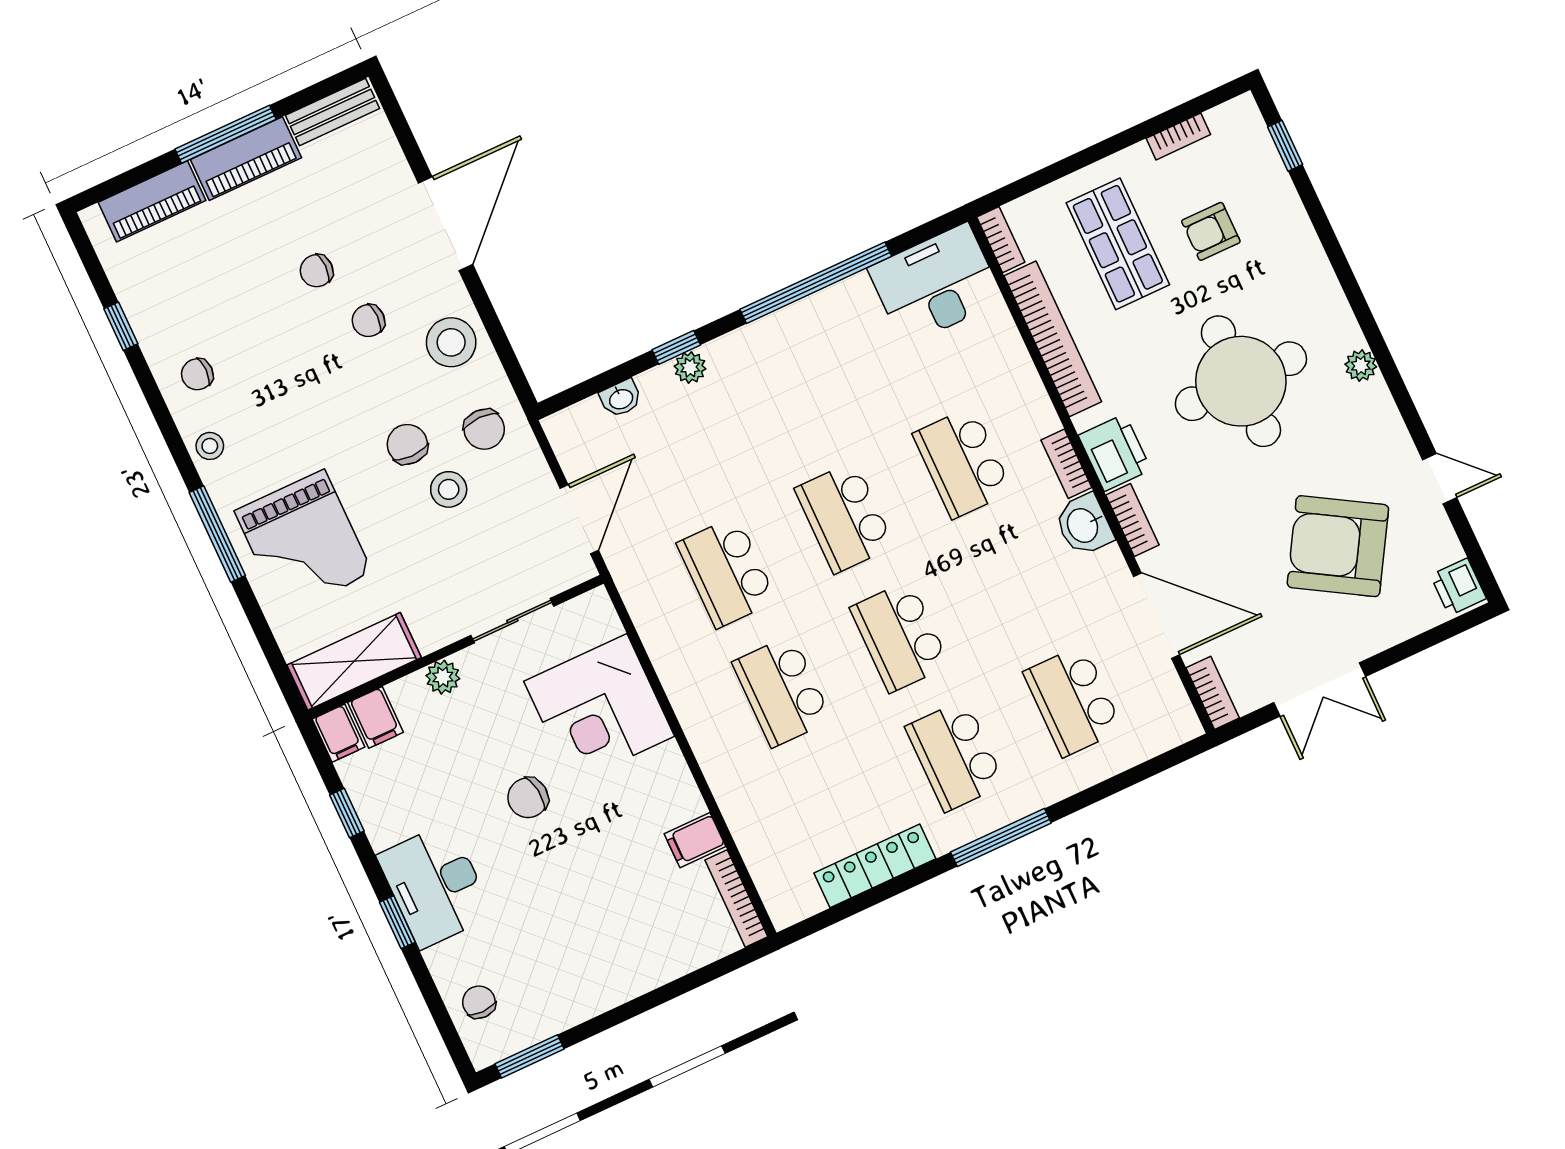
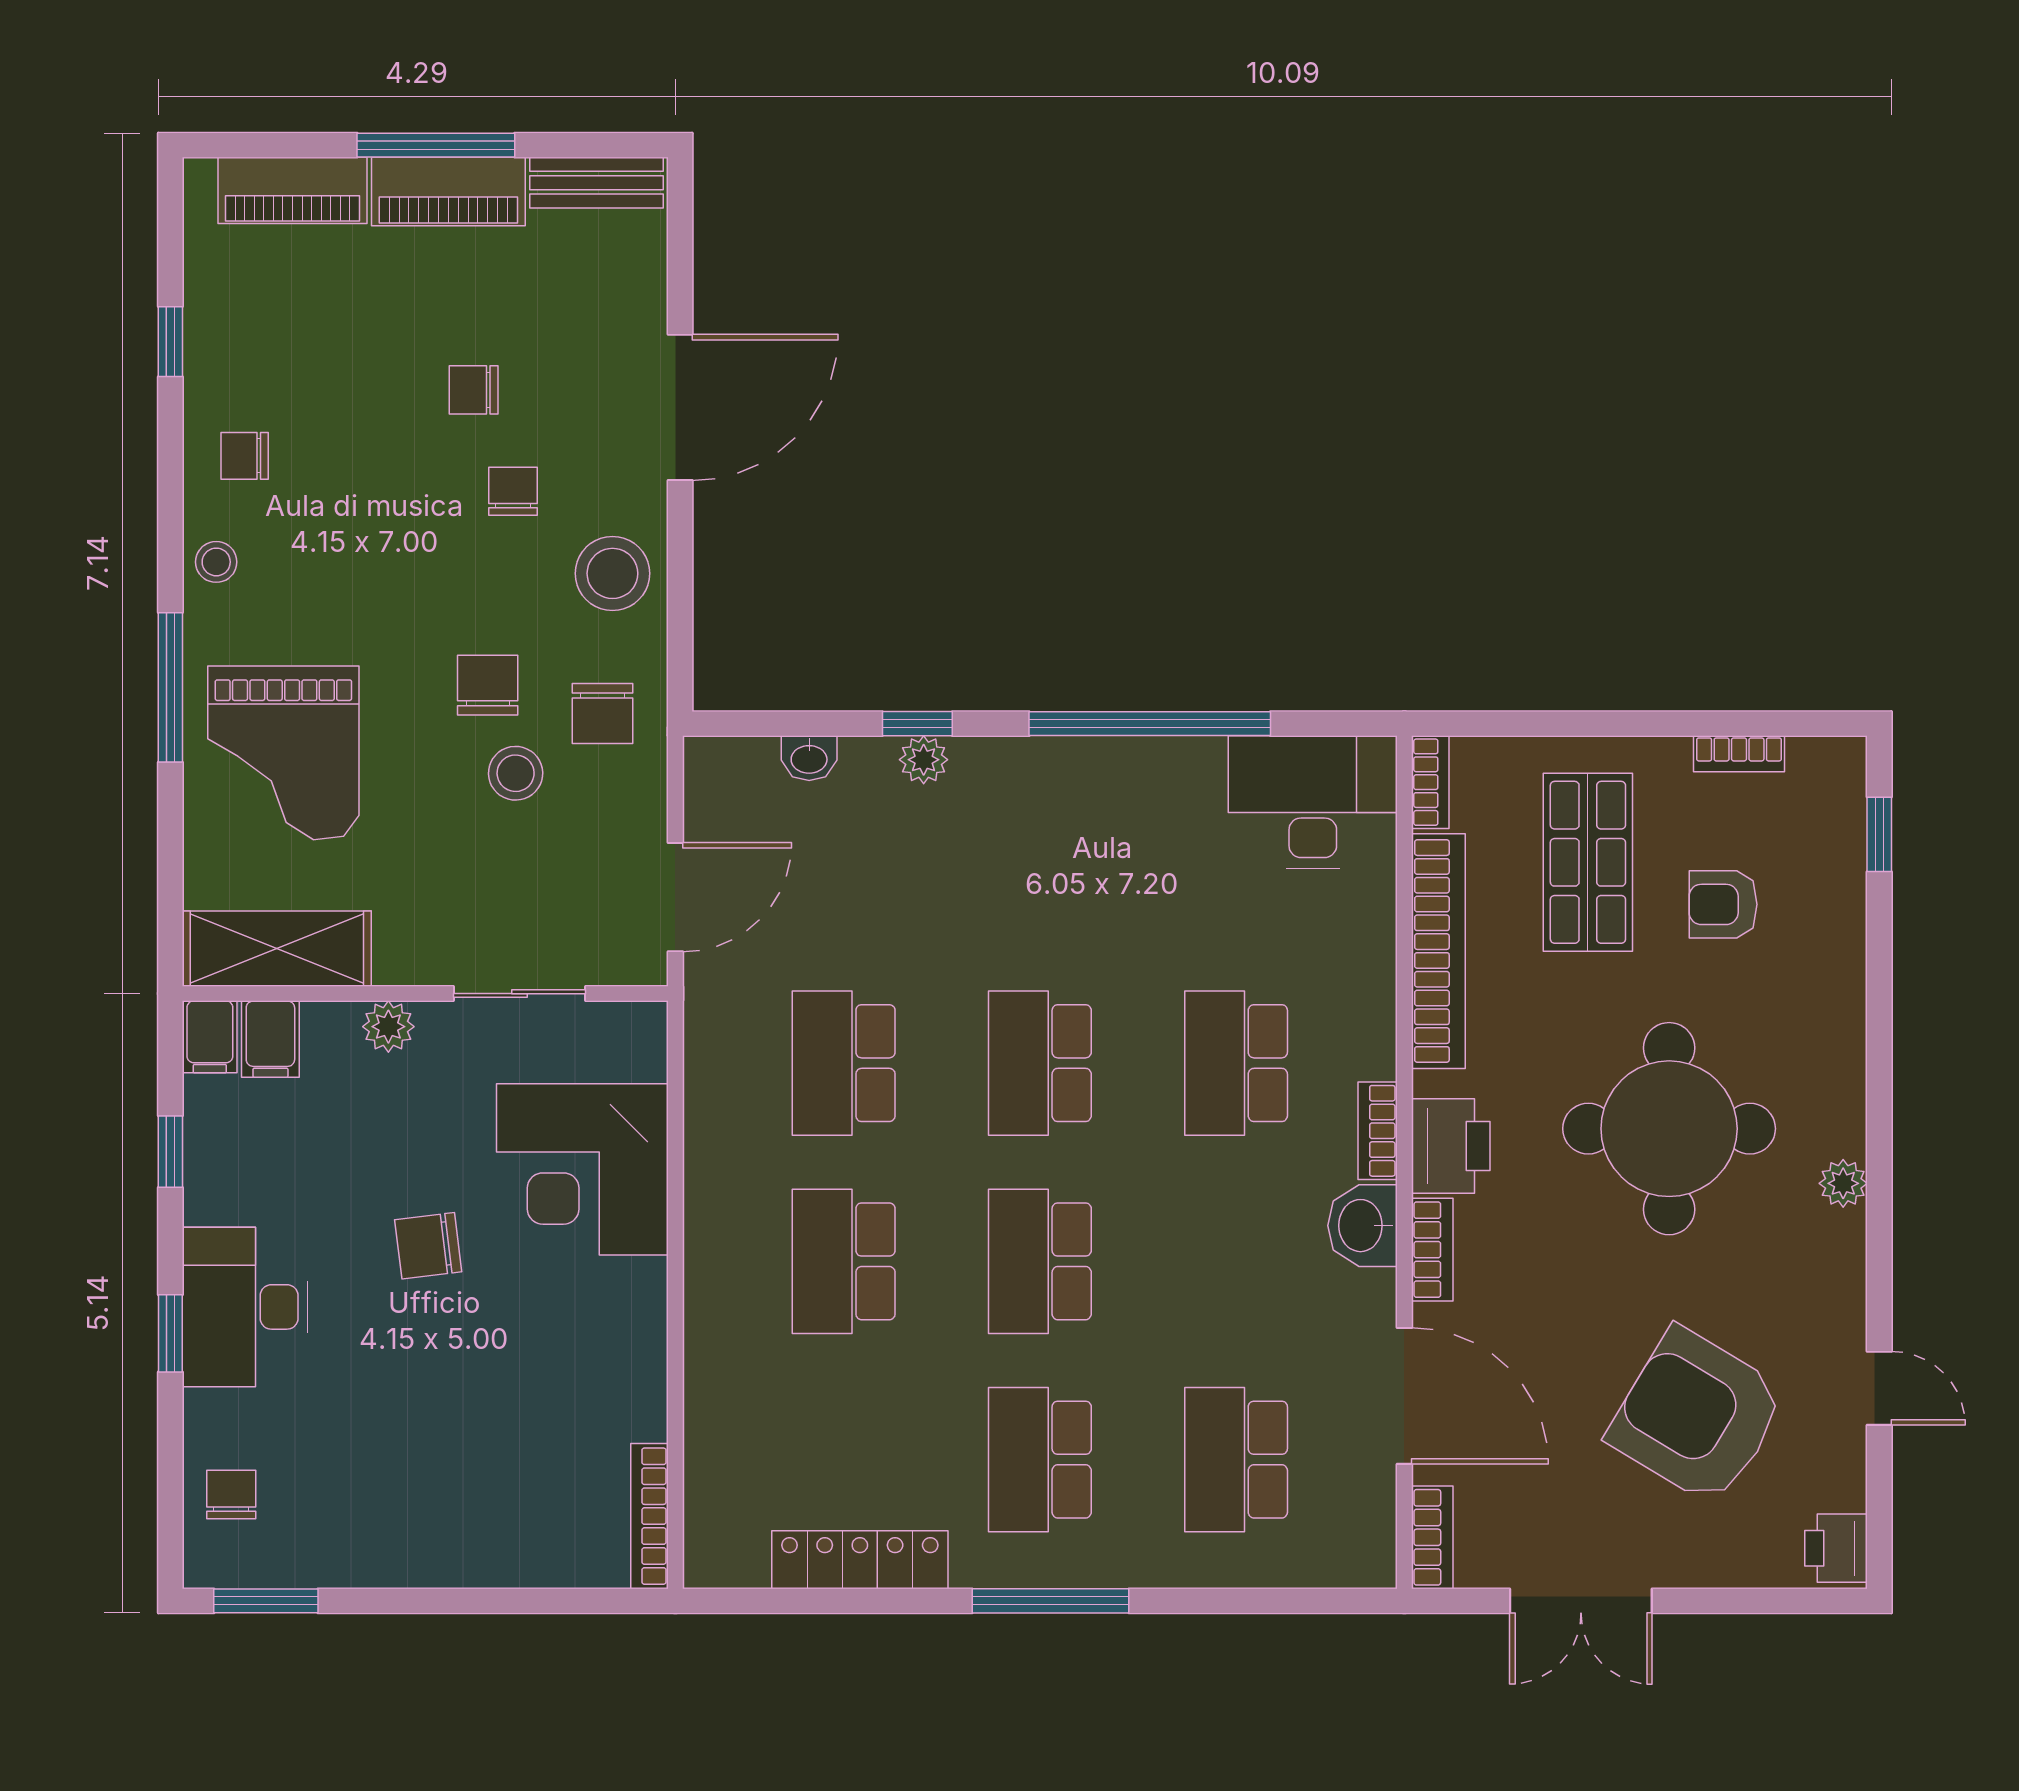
chair: (368, 321) -> (513, 491), turned 90
filing cabinet: (695, 840) -> (630, 1410), removed

